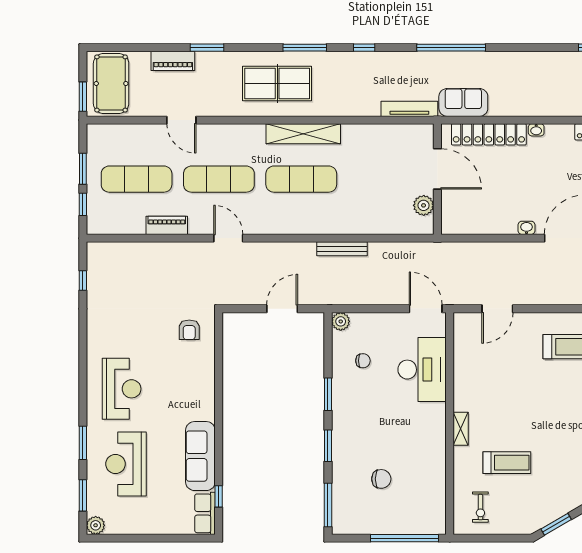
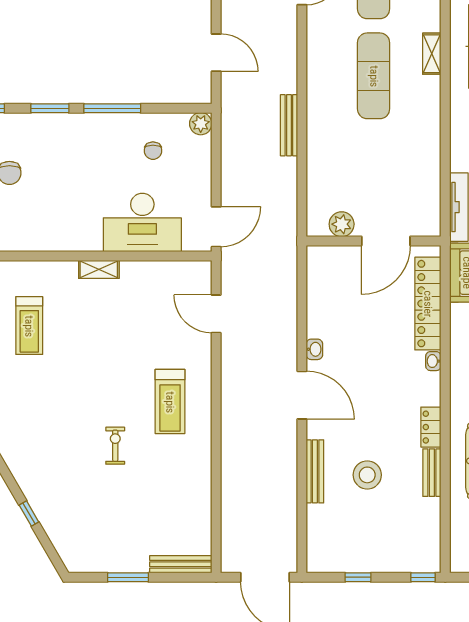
shelving: (303, 134) -> (432, 54), width x0.45, depth x0.75
window: (328, 394) -> (112, 108), width x1.44
shelving: (461, 429) -> (99, 269), moved

